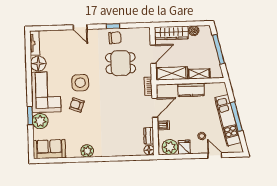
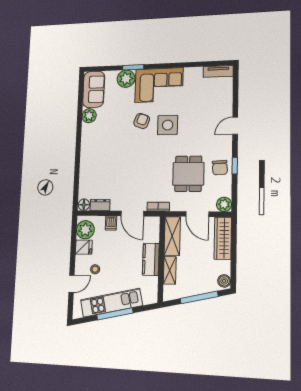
boiler: (194, 31) -> (224, 281), moved
plant: (144, 33) -> (224, 204), added
floor lamp: (38, 64) -> (193, 76), removed
plant: (87, 151) -> (89, 116), moved

